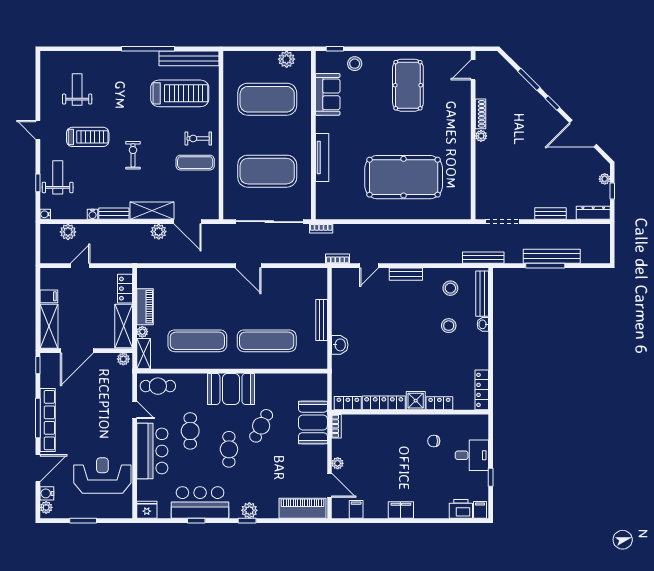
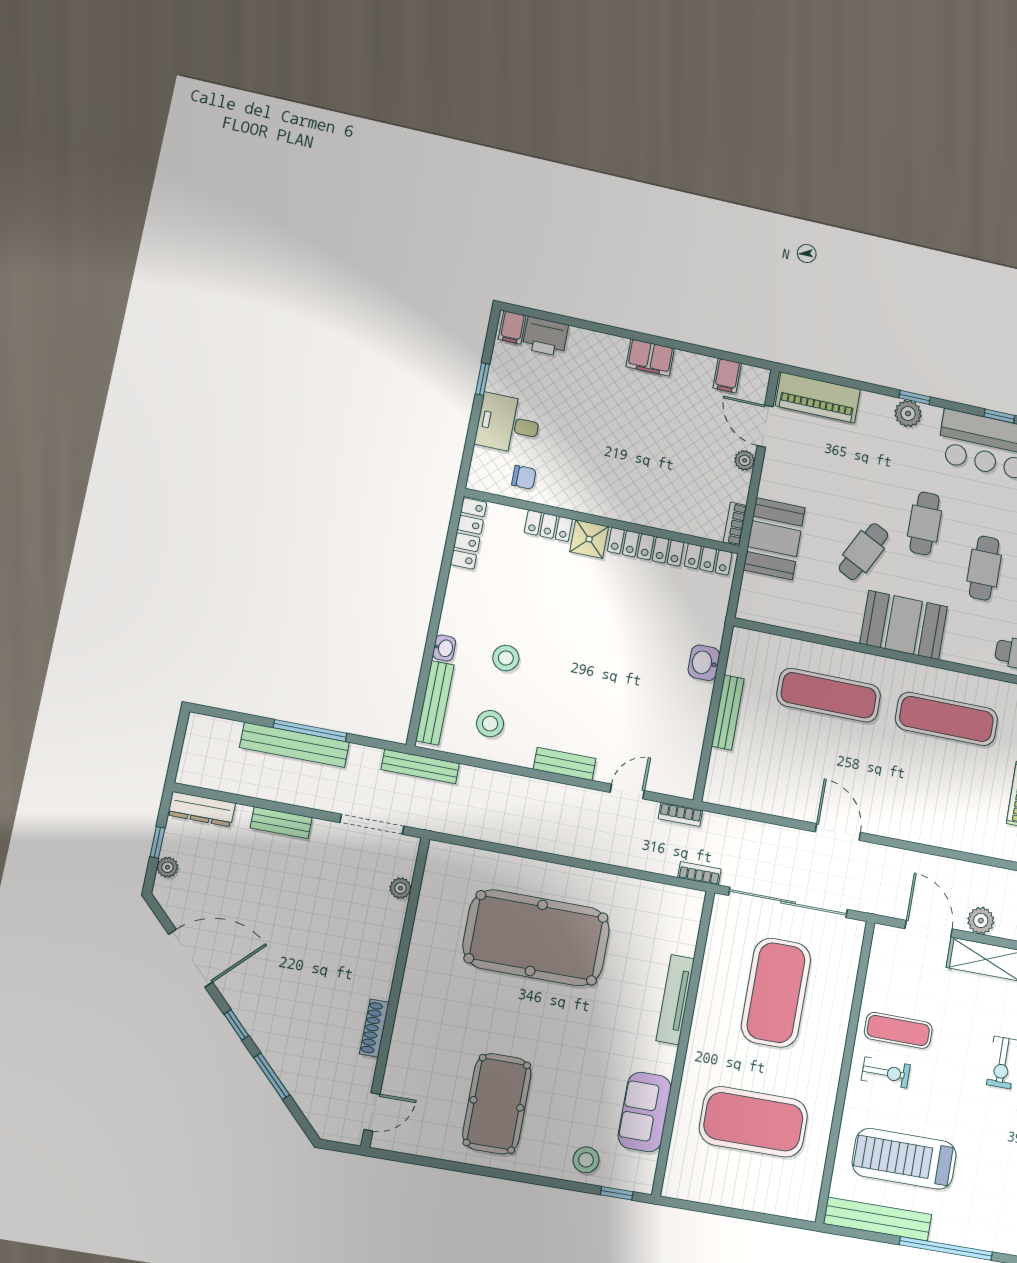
plant: (287, 59) -> (706, 1189), removed
plant: (481, 136) -> (400, 888), moved
exercise mat: (267, 171) -> (776, 993), turned 90
chair: (434, 441) -> (524, 477), moved

